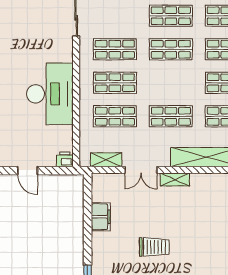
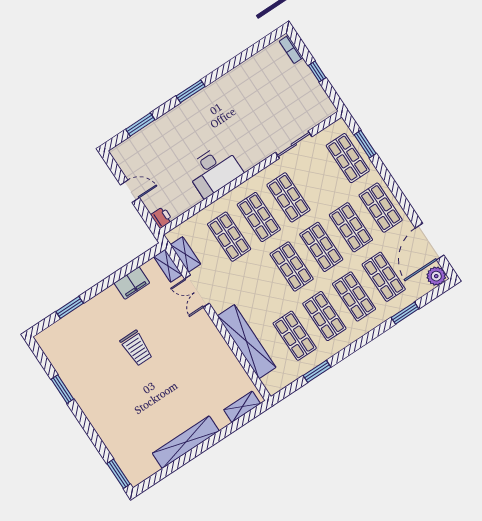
desk: (50, 94) -> (214, 171), width x0.73, depth x0.77
shop shelf: (171, 116) -> (292, 267), moved
door: (28, 171) -> (130, 191), swing flipped
shelving: (175, 179) -> (168, 266), moved

